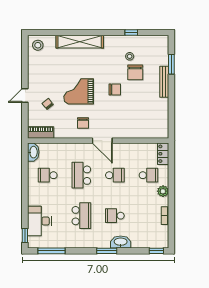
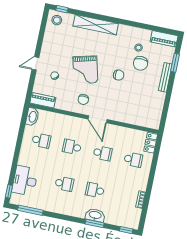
window: (131, 33) -> (62, 9), moved
piano: (155, 42) -> (164, 39), added
grand piano: (79, 91) -> (85, 70), turned -104
school desk: (48, 175) -> (41, 141), turned 180
school desk: (81, 175) -> (72, 147), width x0.54
plant: (163, 191) -> (143, 177), removed
school desk: (81, 216) -> (64, 184), width x0.54
window: (107, 251) -> (95, 224), moved

